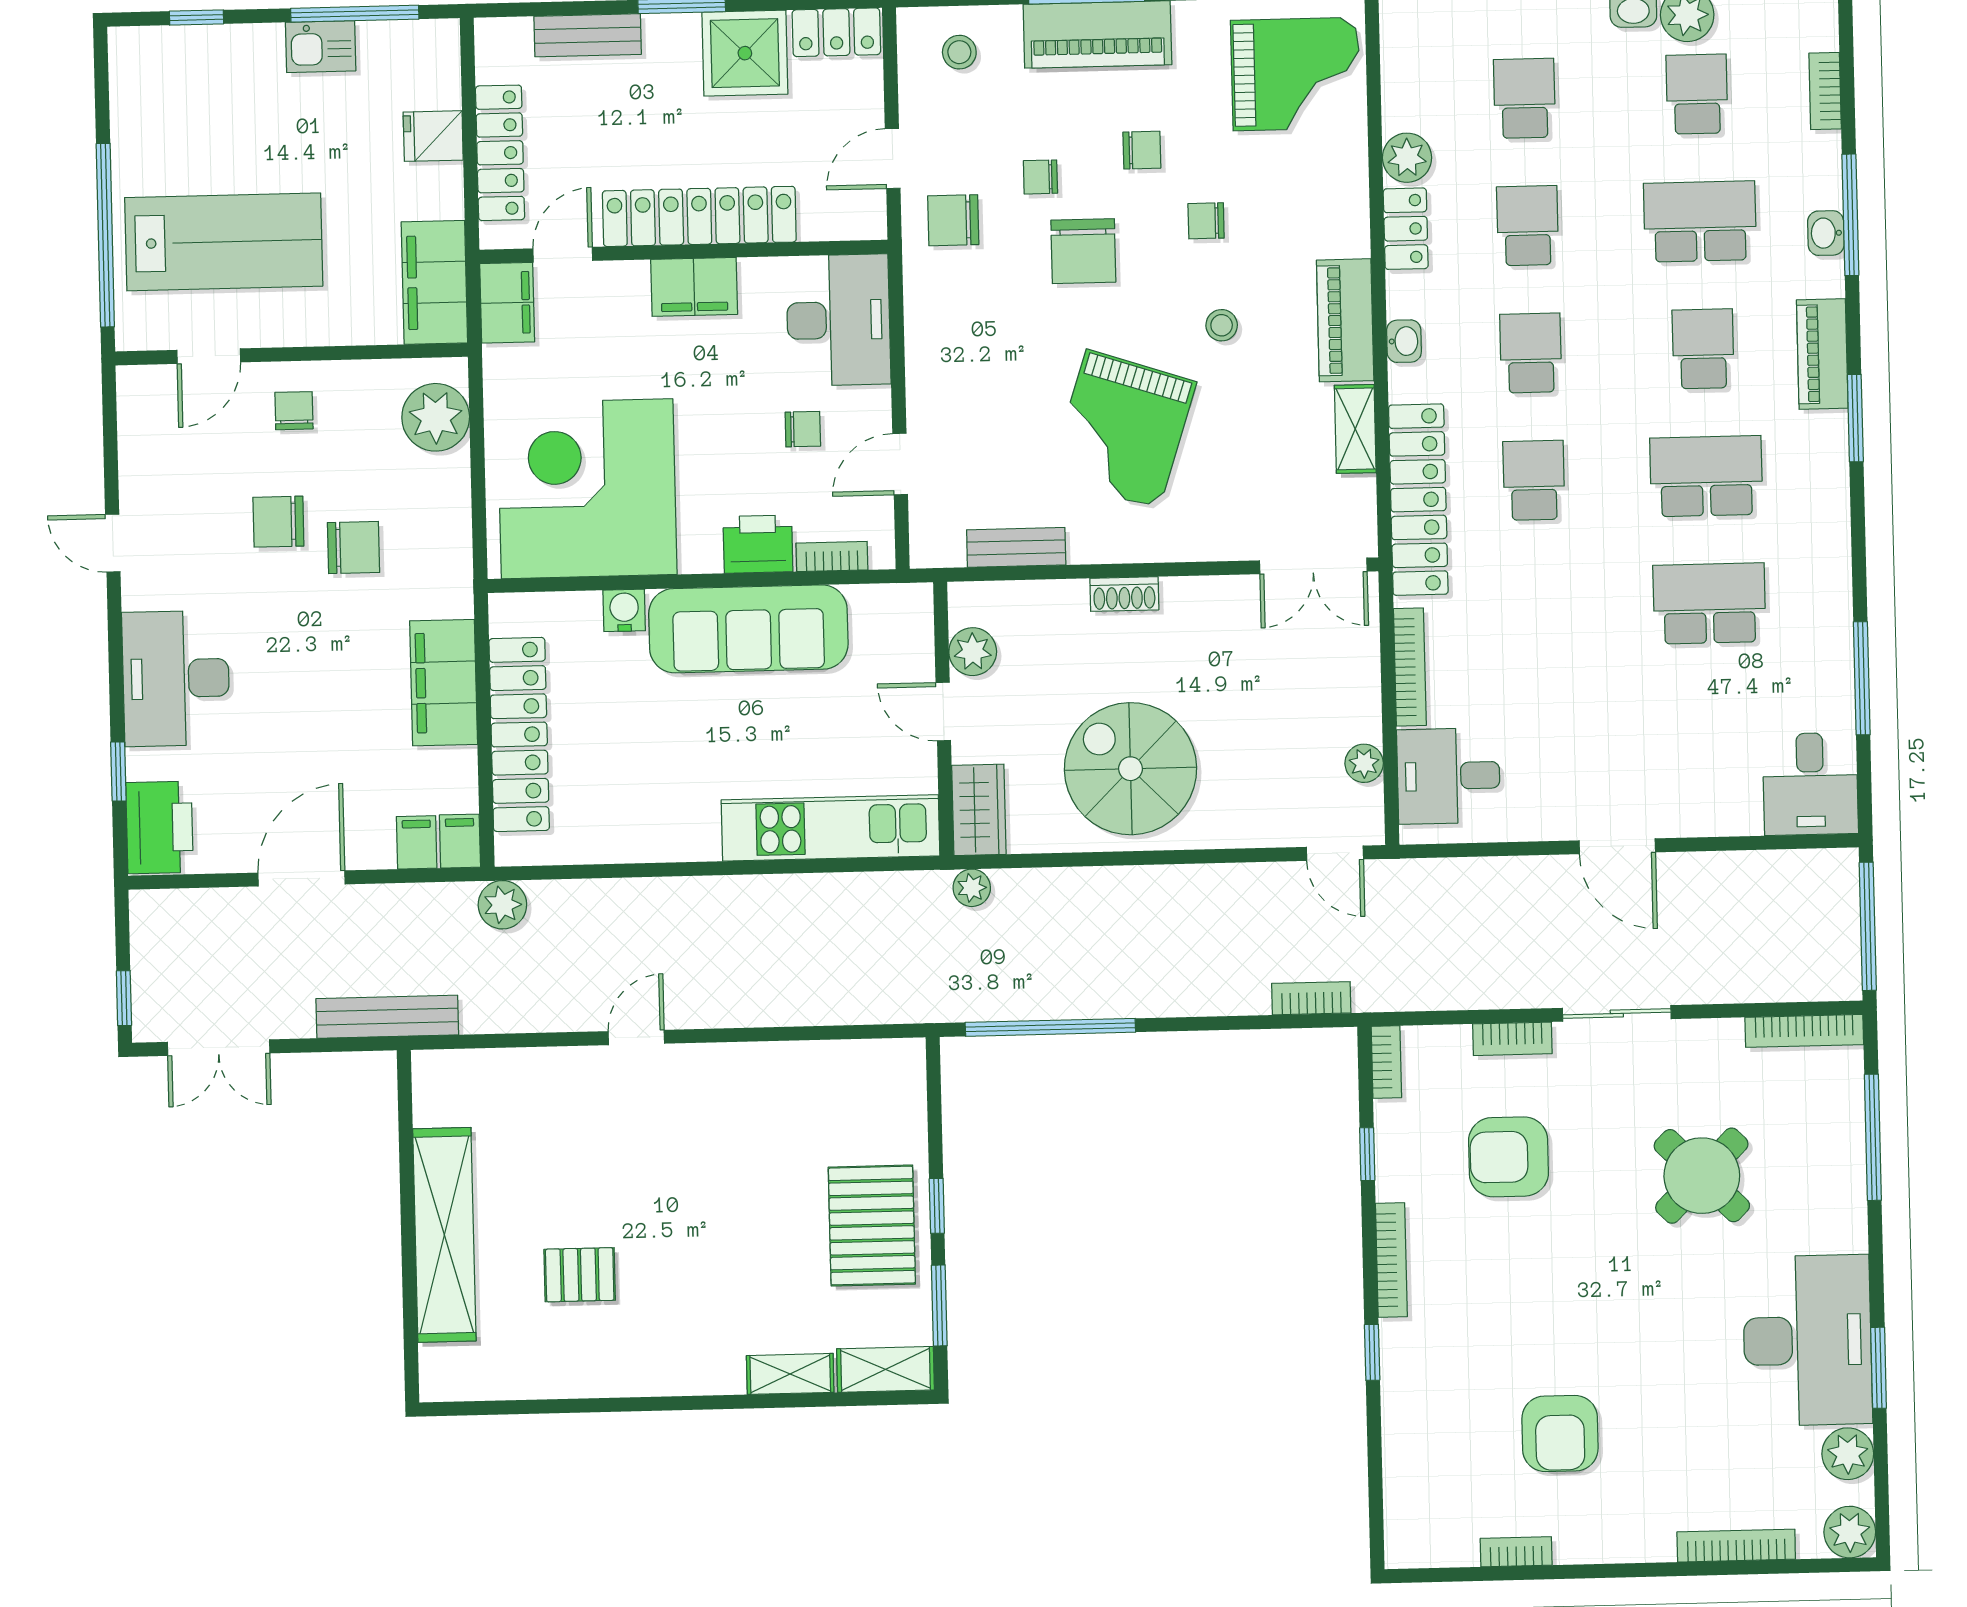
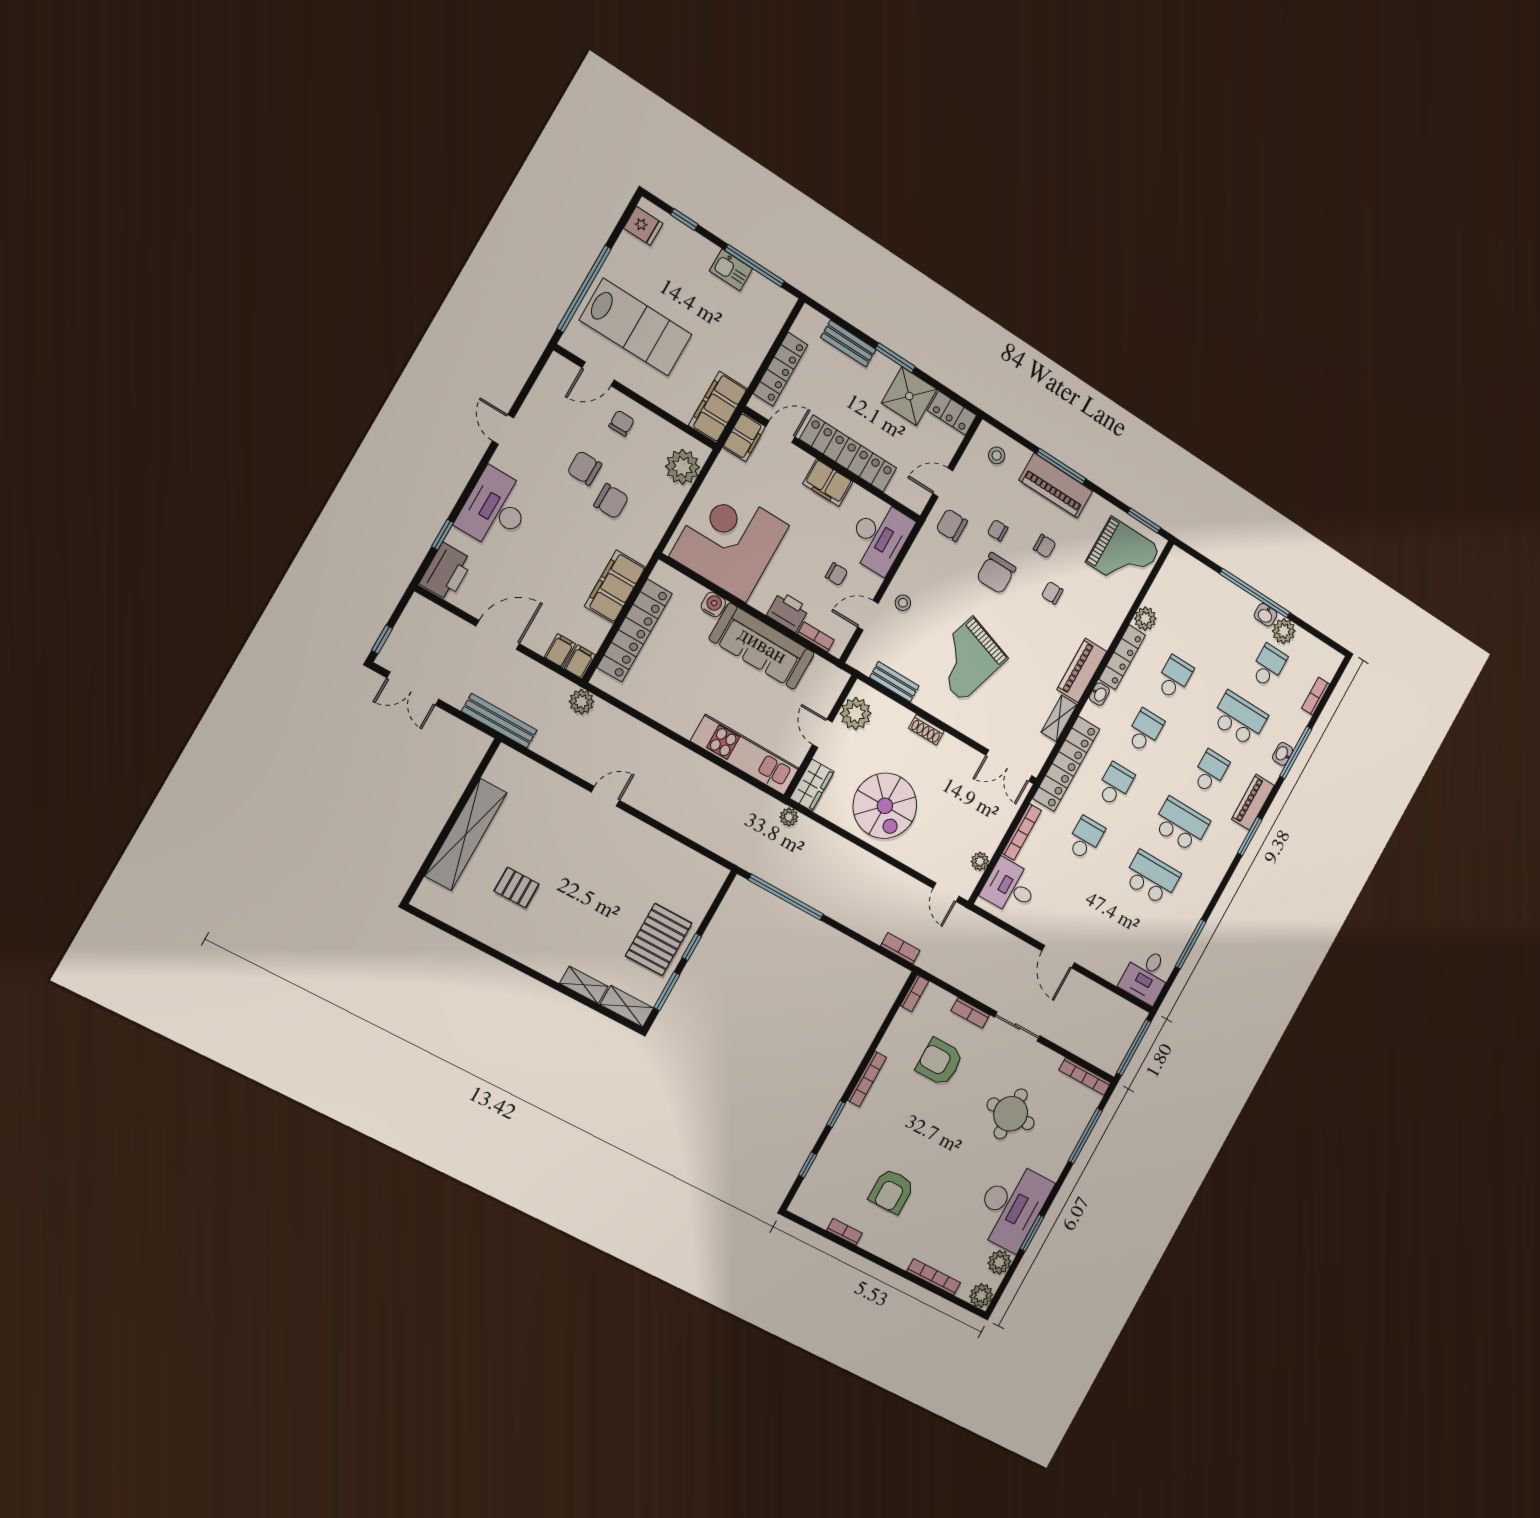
school desk: (1524, 98) -> (1085, 838), moved
fridge: (433, 136) -> (643, 226), moved, turned 180
locker: (1406, 229) -> (1122, 657), width x1.53
stool: (1222, 325) -> (903, 603), moved
plant: (973, 652) -> (856, 714), width x1.36, depth x1.36
spiral stairs: (1131, 769) -> (885, 806), turned 180
window: (1367, 1154) -> (808, 1165), moved
round table: (1702, 1176) -> (1011, 1114), turned 45

